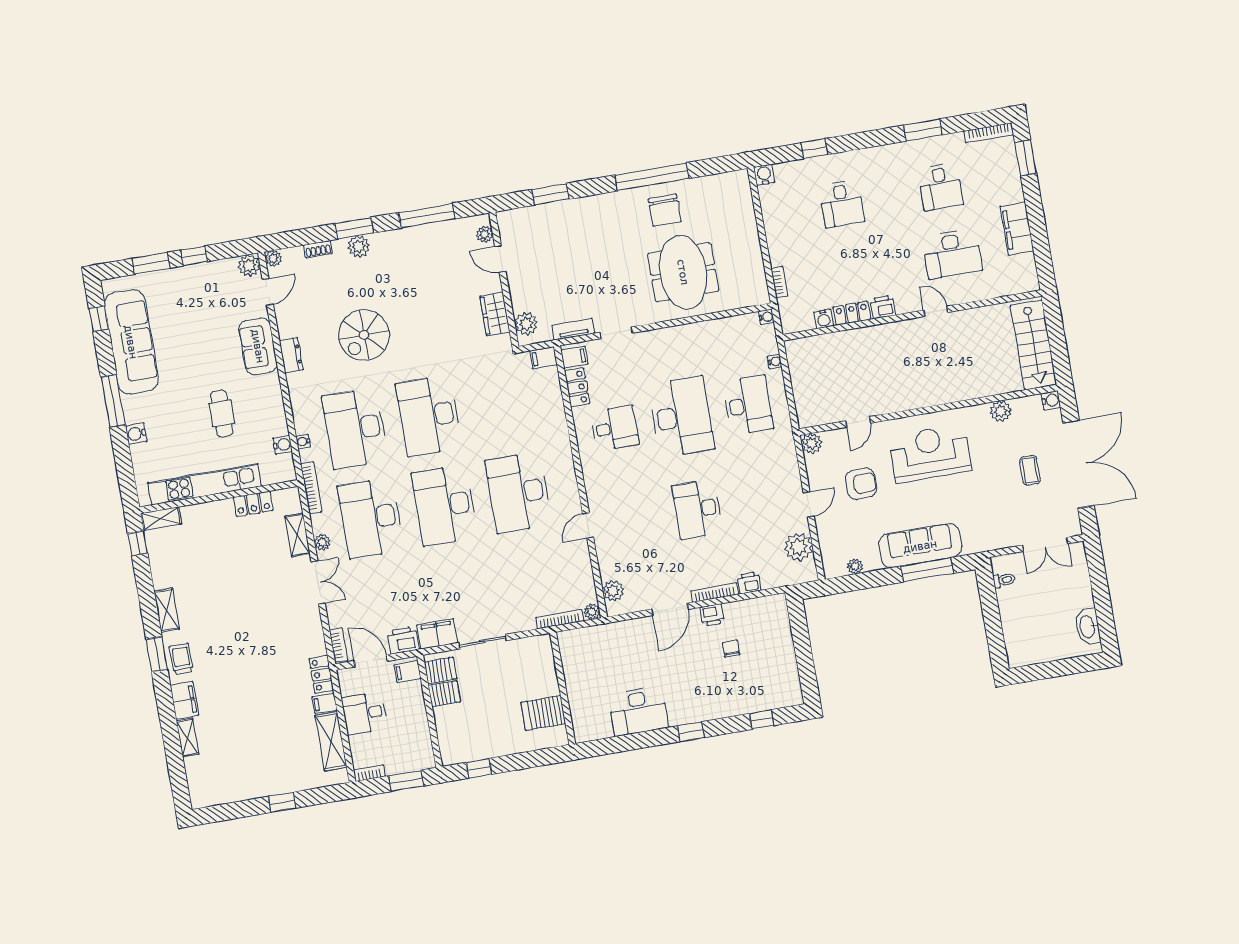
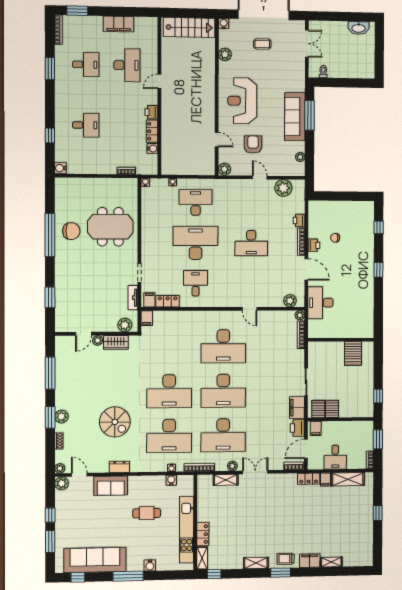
plant: (485, 234) -> (98, 340), moved
locker: (253, 504) -> (203, 534), moved
desk: (639, 711) -> (320, 303), moved, turned 180

